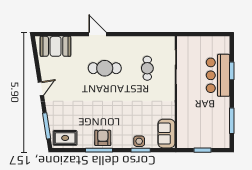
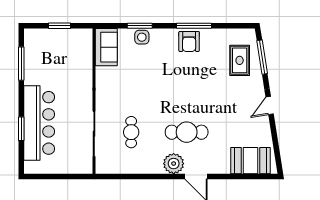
plant: (115, 44) -> (174, 164), added
bar counter: (218, 75) -> (39, 123), width x1.36
rug: (65, 138) -> (240, 60), moved, turned 90

